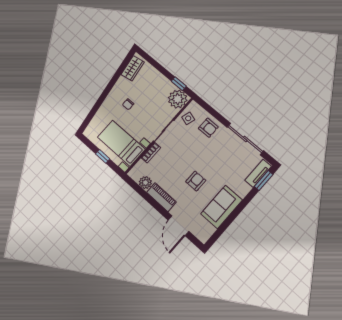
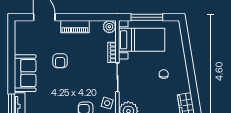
window: (103, 156) -> (147, 17), width x2.17
plant: (145, 183) -> (109, 27), moved
sofa: (222, 207) -> (25, 73), moved

